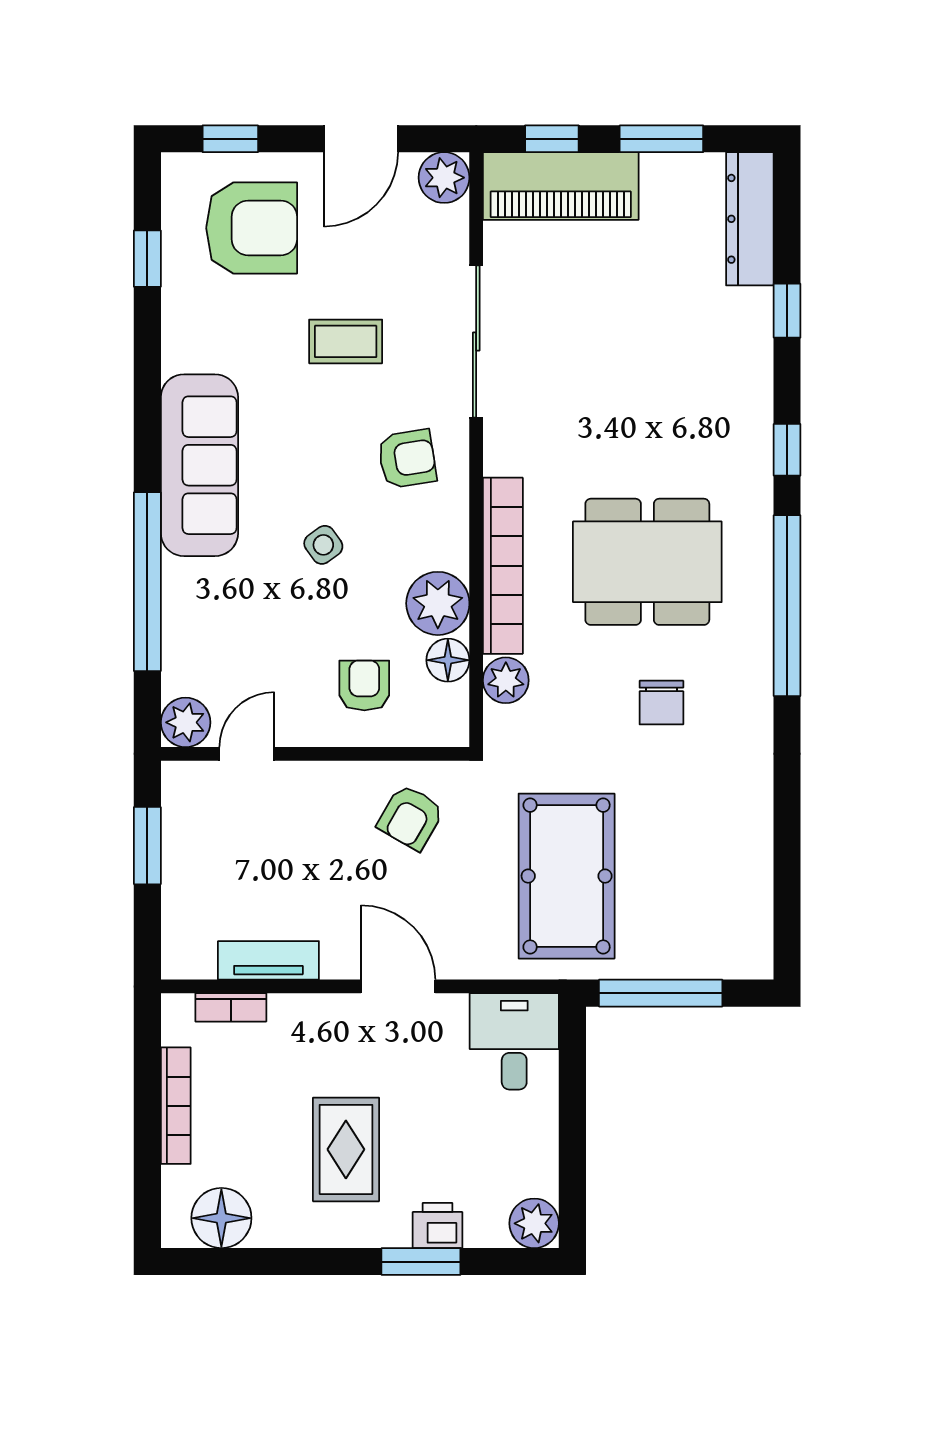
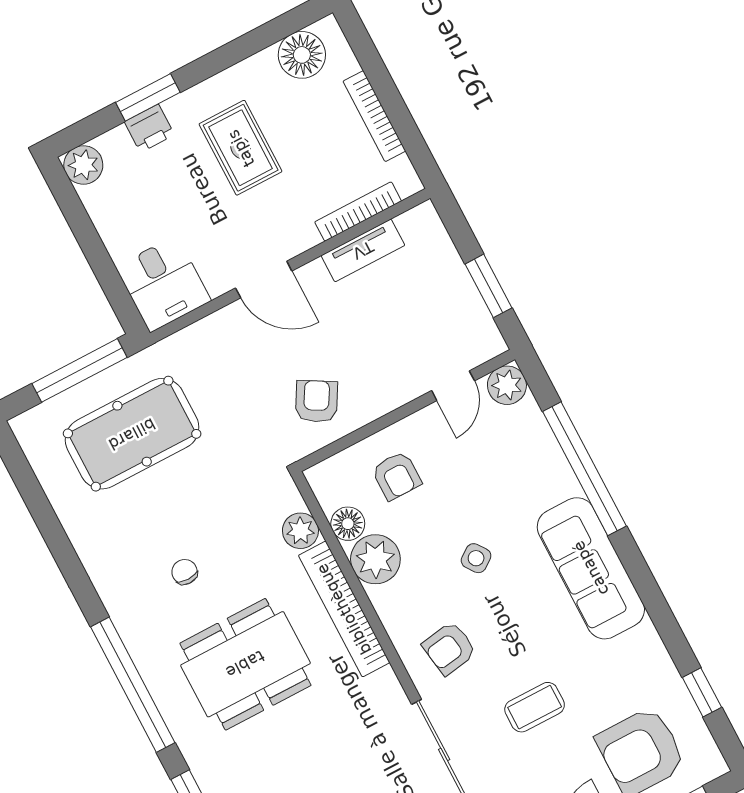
chair: (661, 703) -> (185, 572), width x0.73, depth x0.73
pool table: (567, 876) -> (132, 434), moved, turned 90
bookcase: (231, 1007) -> (358, 212), width x1.56

